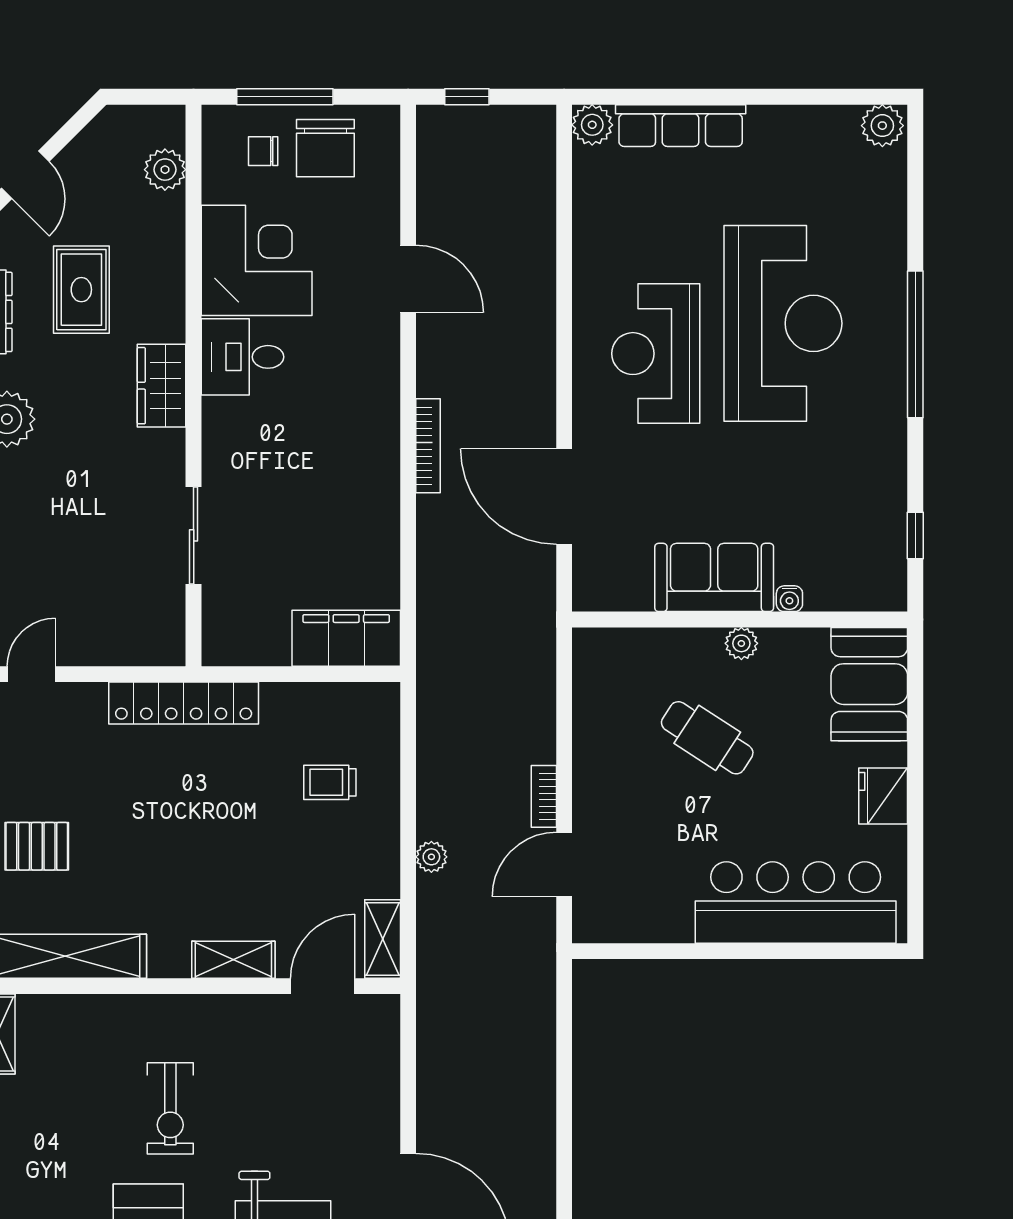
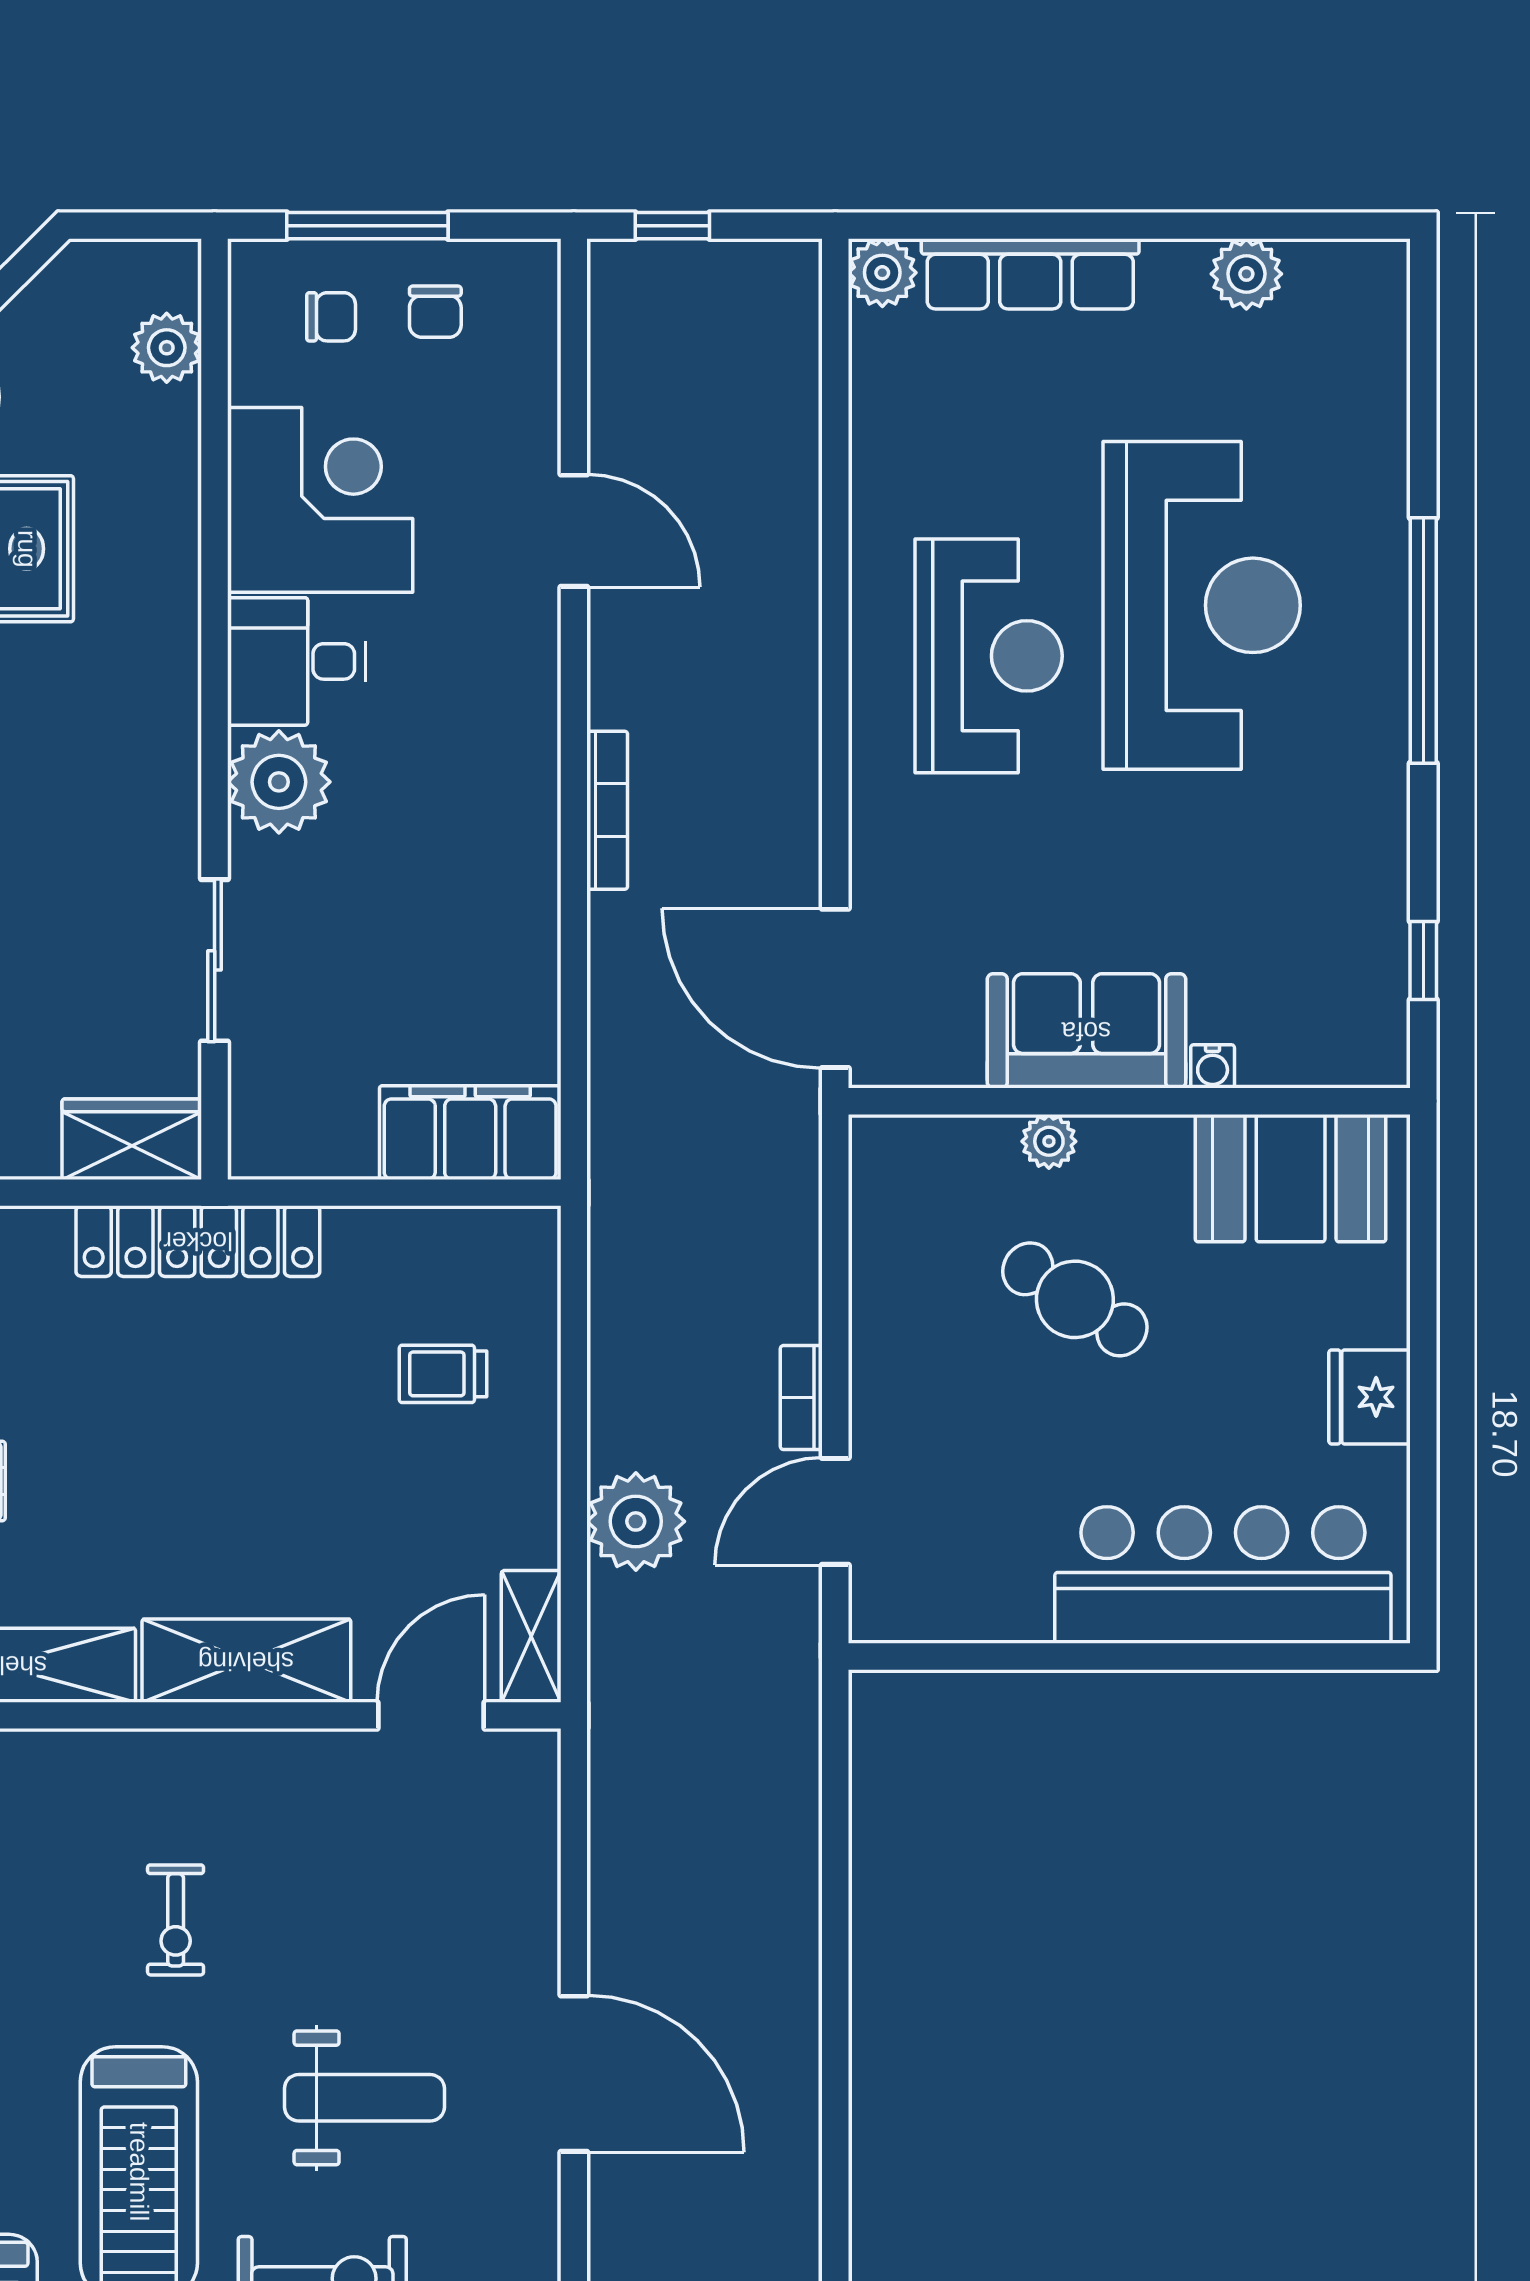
plant: (882, 126) -> (1246, 274), moved
chair: (325, 148) -> (435, 312), width x0.54, depth x0.54
chair: (263, 151) -> (331, 317), turned 180
reception desk: (656, 354) -> (989, 656), turned 180
wardrobe: (162, 386) -> (132, 1139), moved, turned 90
plant: (232, 429) -> (279, 782), added
door: (564, 497) -> (835, 988), moved
plant: (741, 643) -> (1049, 1141), moved
booth: (869, 684) -> (1291, 1178), moved, turned 90
plant: (431, 857) -> (636, 1521), width x1.88, depth x1.88
shelving: (233, 960) -> (246, 1661), width x1.50, depth x1.33
exercise bike: (170, 1108) -> (176, 1920), width x0.73, depth x0.72

